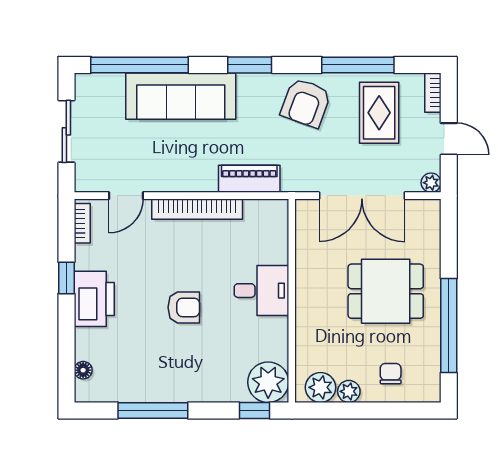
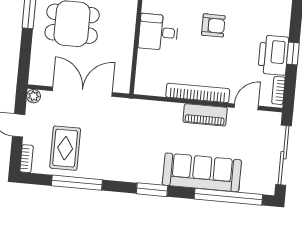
armchair: (306, 103) -> (115, 160), removed
sliding door: (66, 131) -> (284, 155), width x1.37
piano: (249, 179) -> (205, 115), moved
printer: (94, 299) -> (273, 55), moved
armchair: (184, 307) -> (213, 25), turned 180

